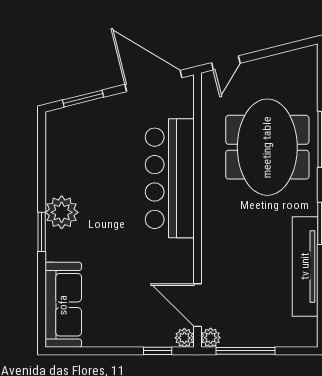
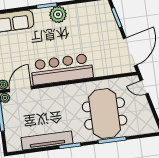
meeting table: (267, 147) -> (105, 114), turned 90
bar counter: (170, 178) -> (62, 69), moved

